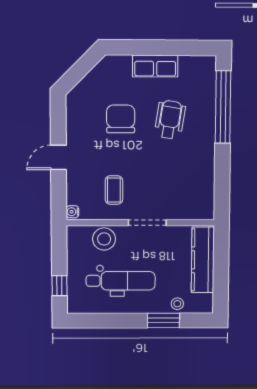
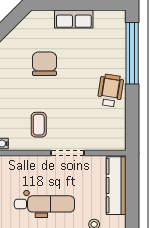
wheelchair: (170, 120) -> (110, 91), moved
stool: (104, 239) -> (30, 167), removed

